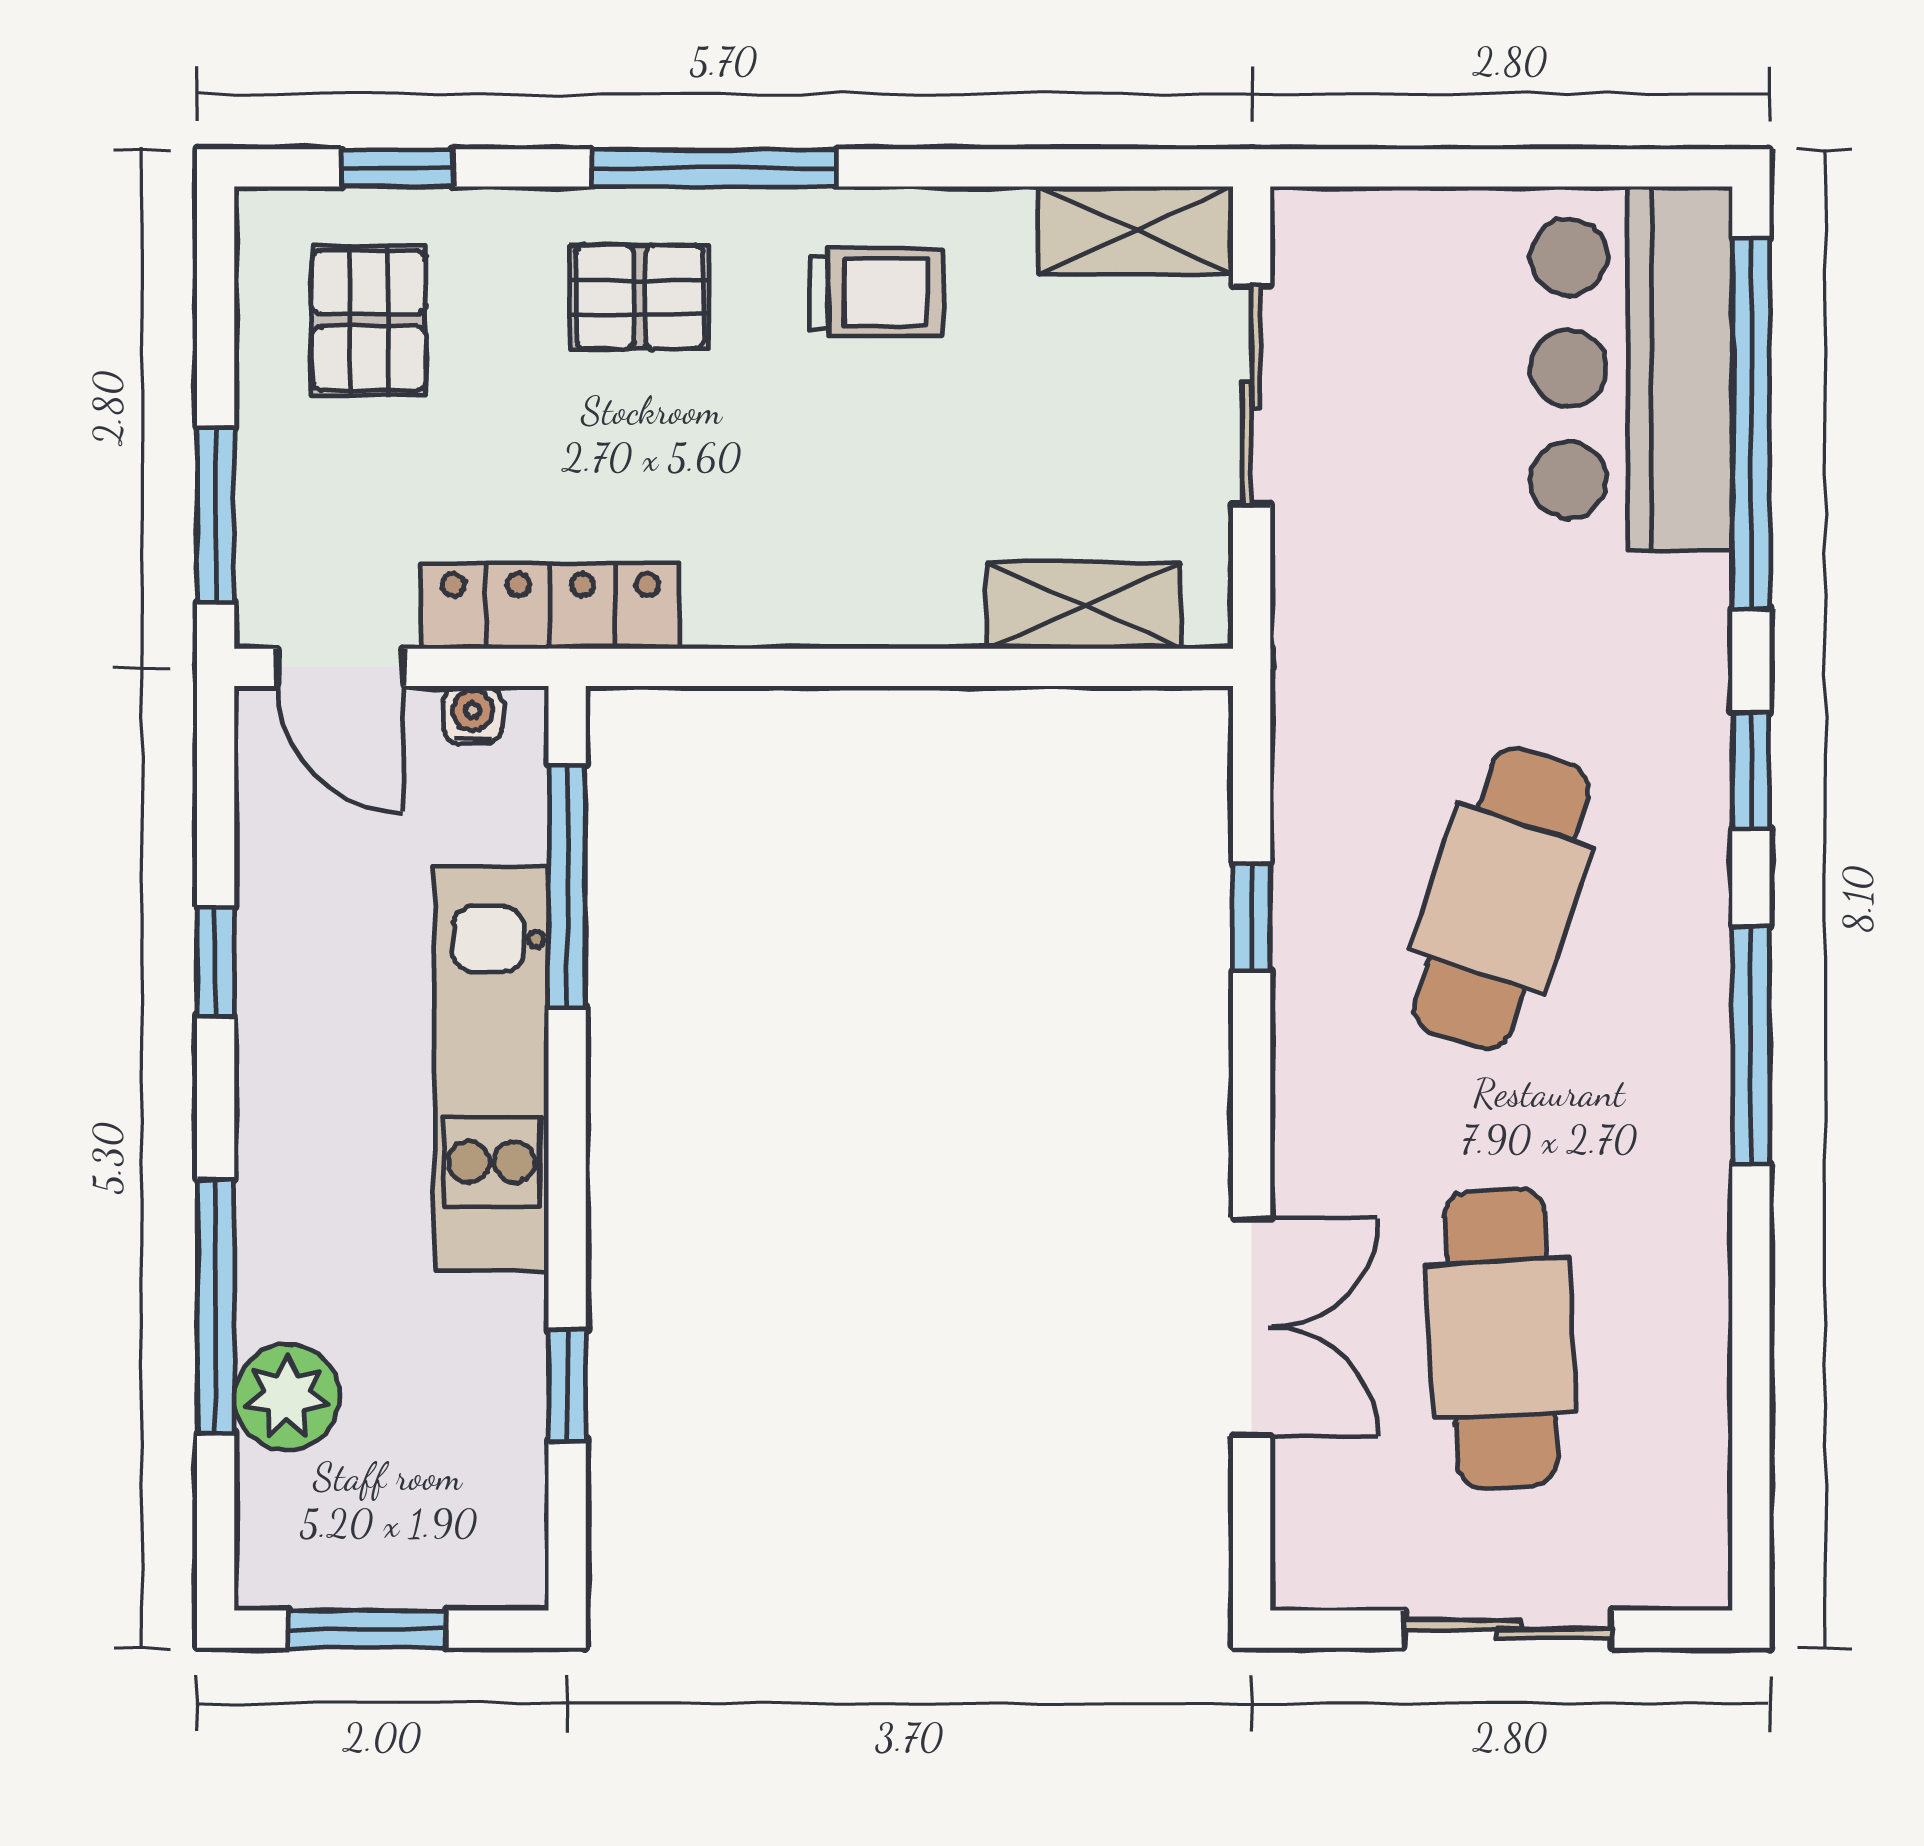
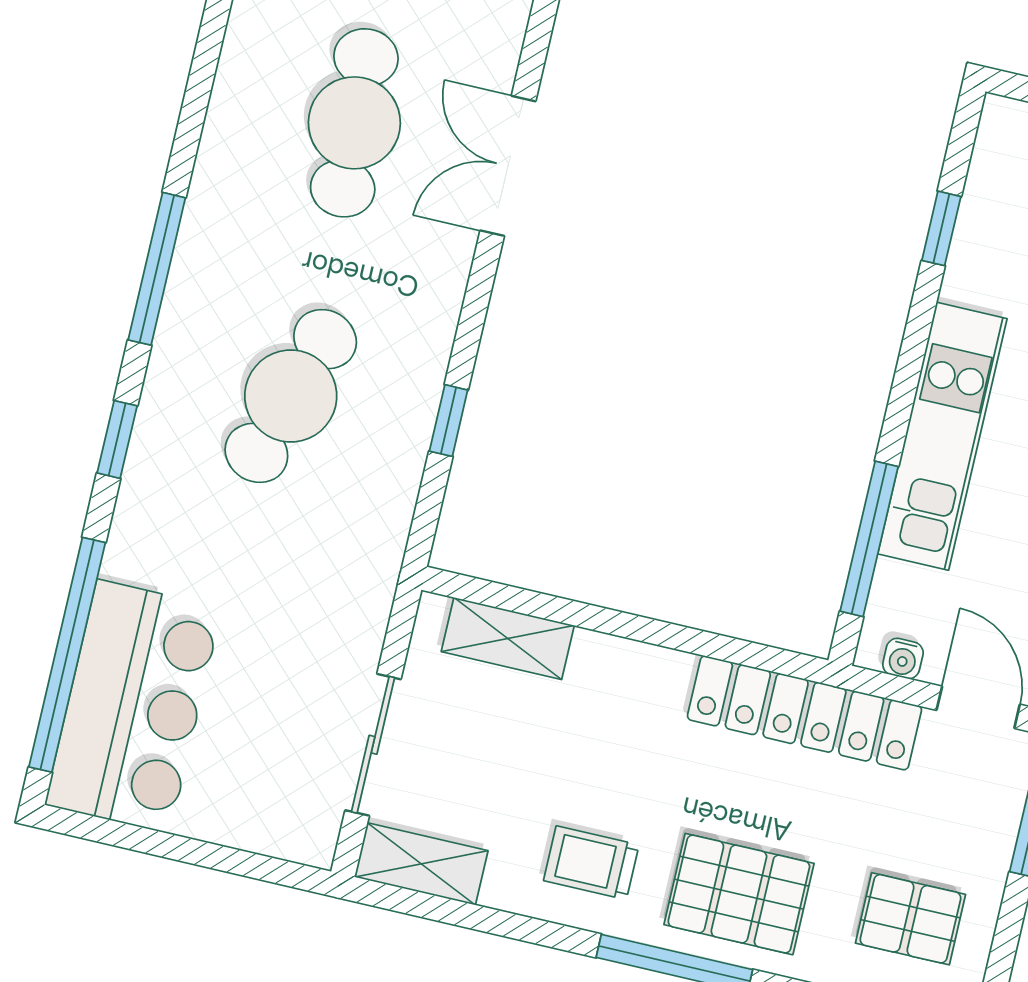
pallet: (640, 297) -> (739, 894), width x1.50, depth x1.42
pallet: (369, 320) -> (911, 919), turned 90
locker: (550, 606) -> (805, 713), width x1.41, depth x1.21

